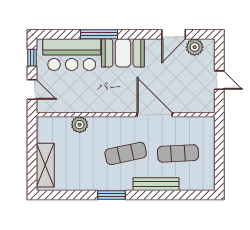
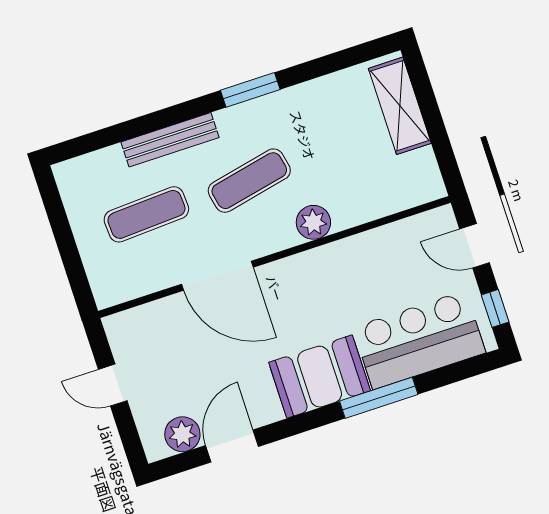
plant: (80, 125) -> (313, 222), moved

